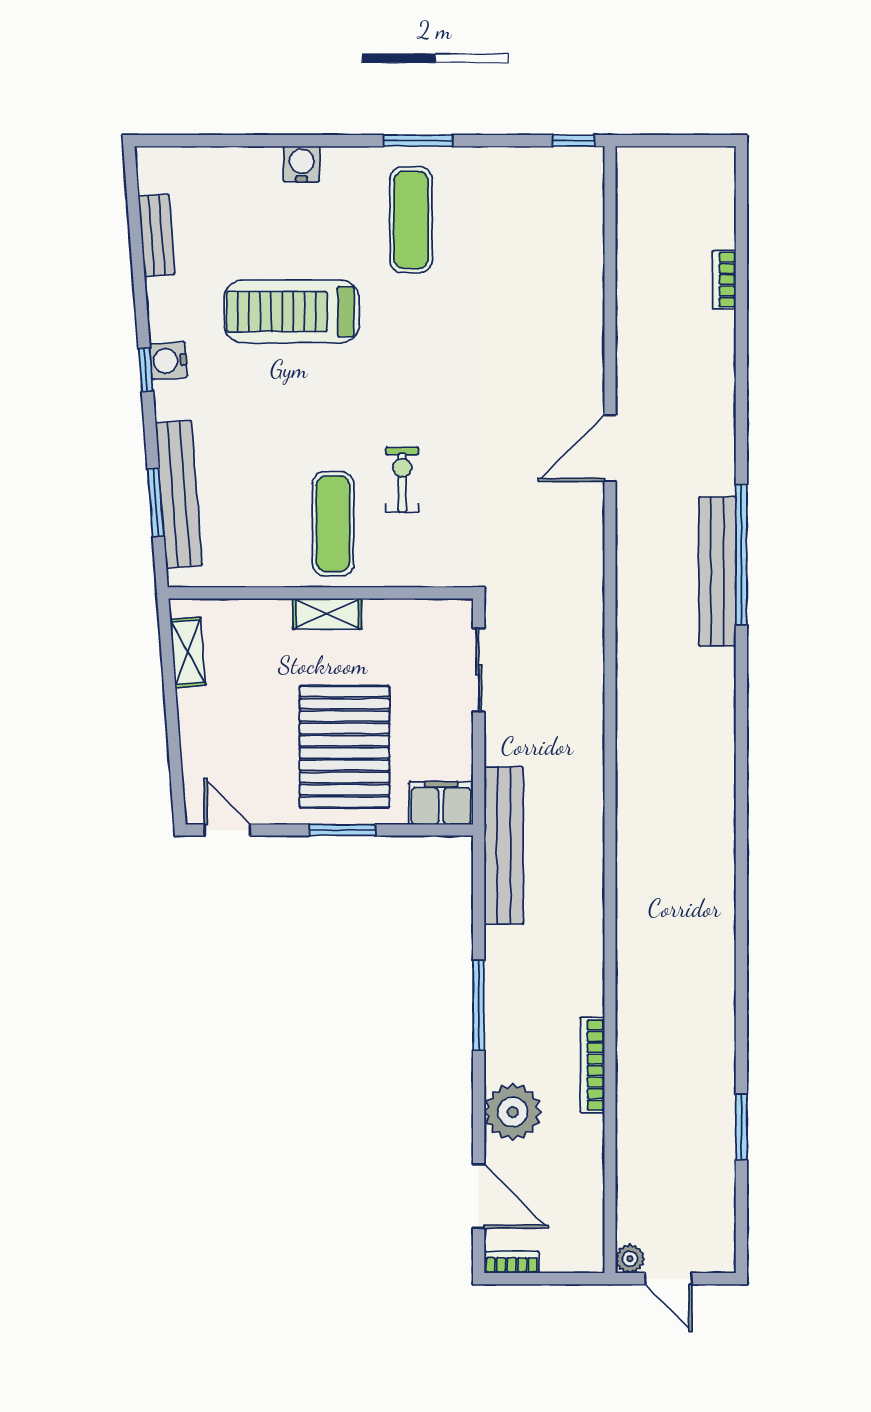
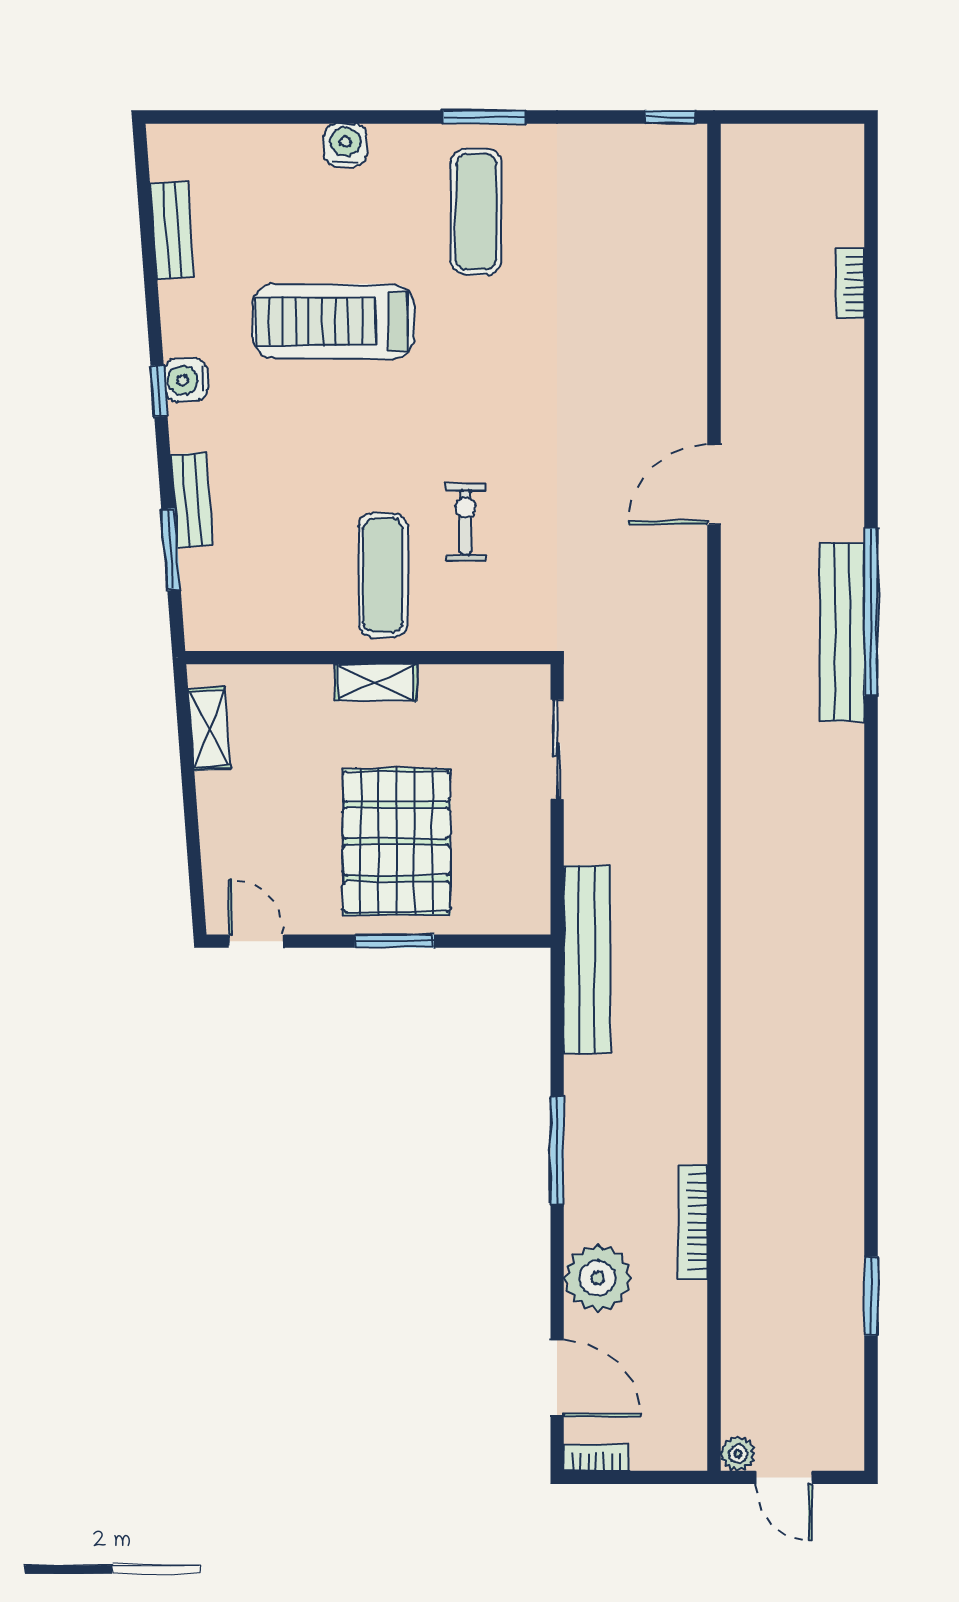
bench: (179, 494) -> (192, 500), width x0.54, depth x0.82
filing cabinet: (441, 803) -> (512, 909), removed

